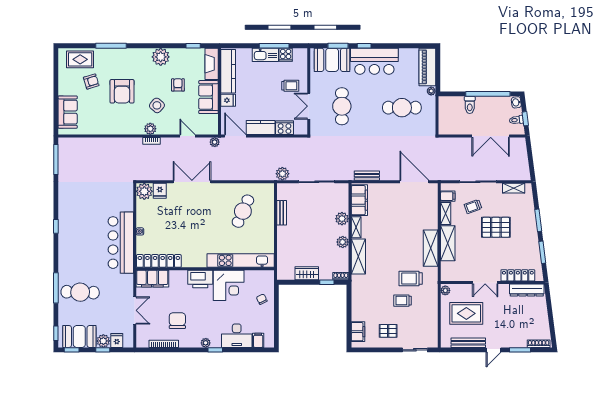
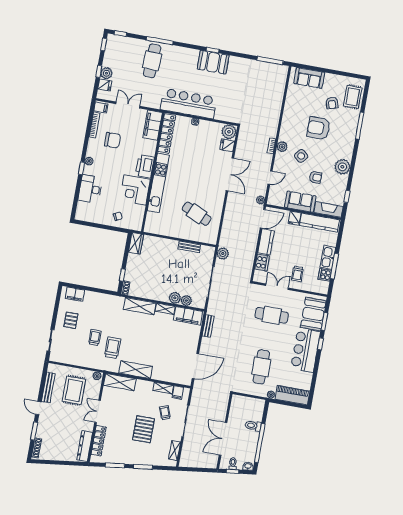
plant: (343, 242) -> (186, 301), moved
shelving: (448, 243) -> (120, 382), moved
kitchen unit: (241, 260) -> (158, 183), moved
wardrobe: (307, 273) -> (136, 243), moved
double door: (135, 310) -> (128, 105), swing flipped
booth: (79, 336) -> (213, 62), moved, turned 90
filing cabinet: (258, 340) -> (101, 107), moved

